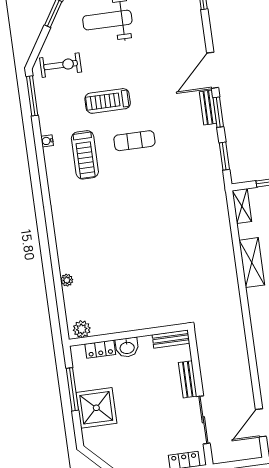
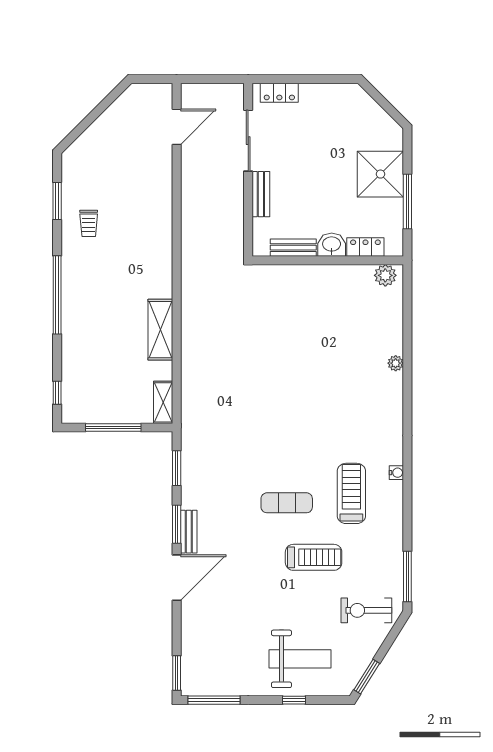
water cooler: (47, 141) -> (396, 473), moved
plant: (67, 280) -> (396, 363), moved
bench: (171, 339) -> (293, 248), moved

